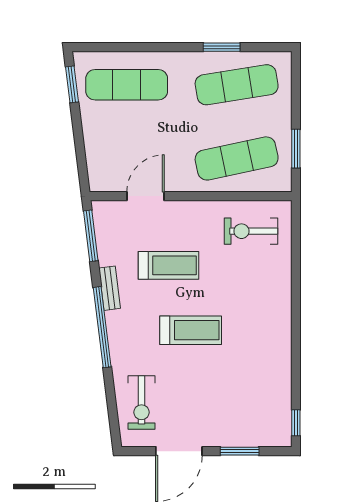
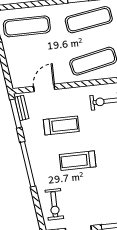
bench: (110, 288) -> (22, 108), moved
treadmill: (191, 330) -> (78, 161), turned 180

